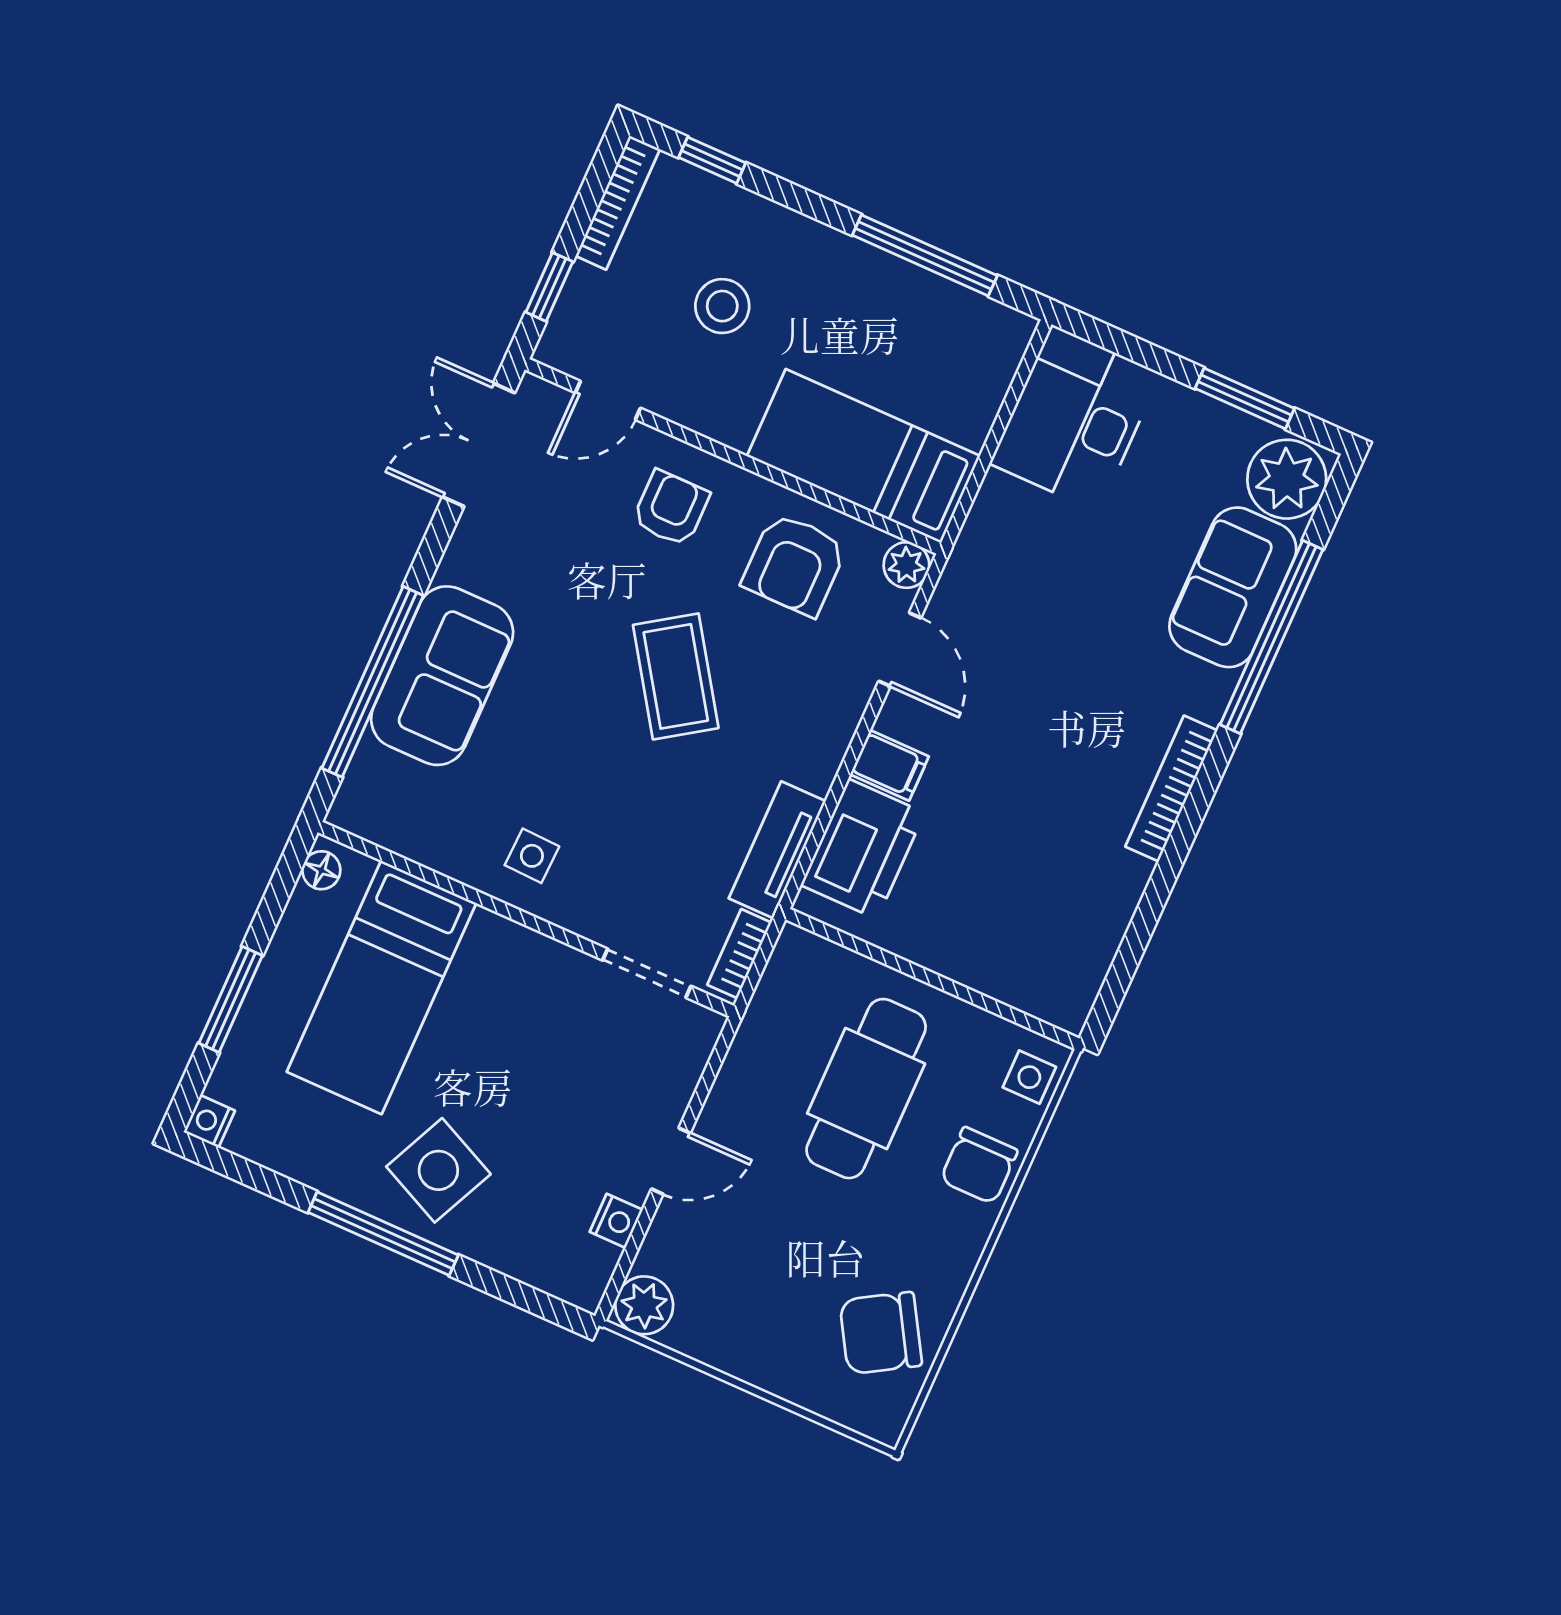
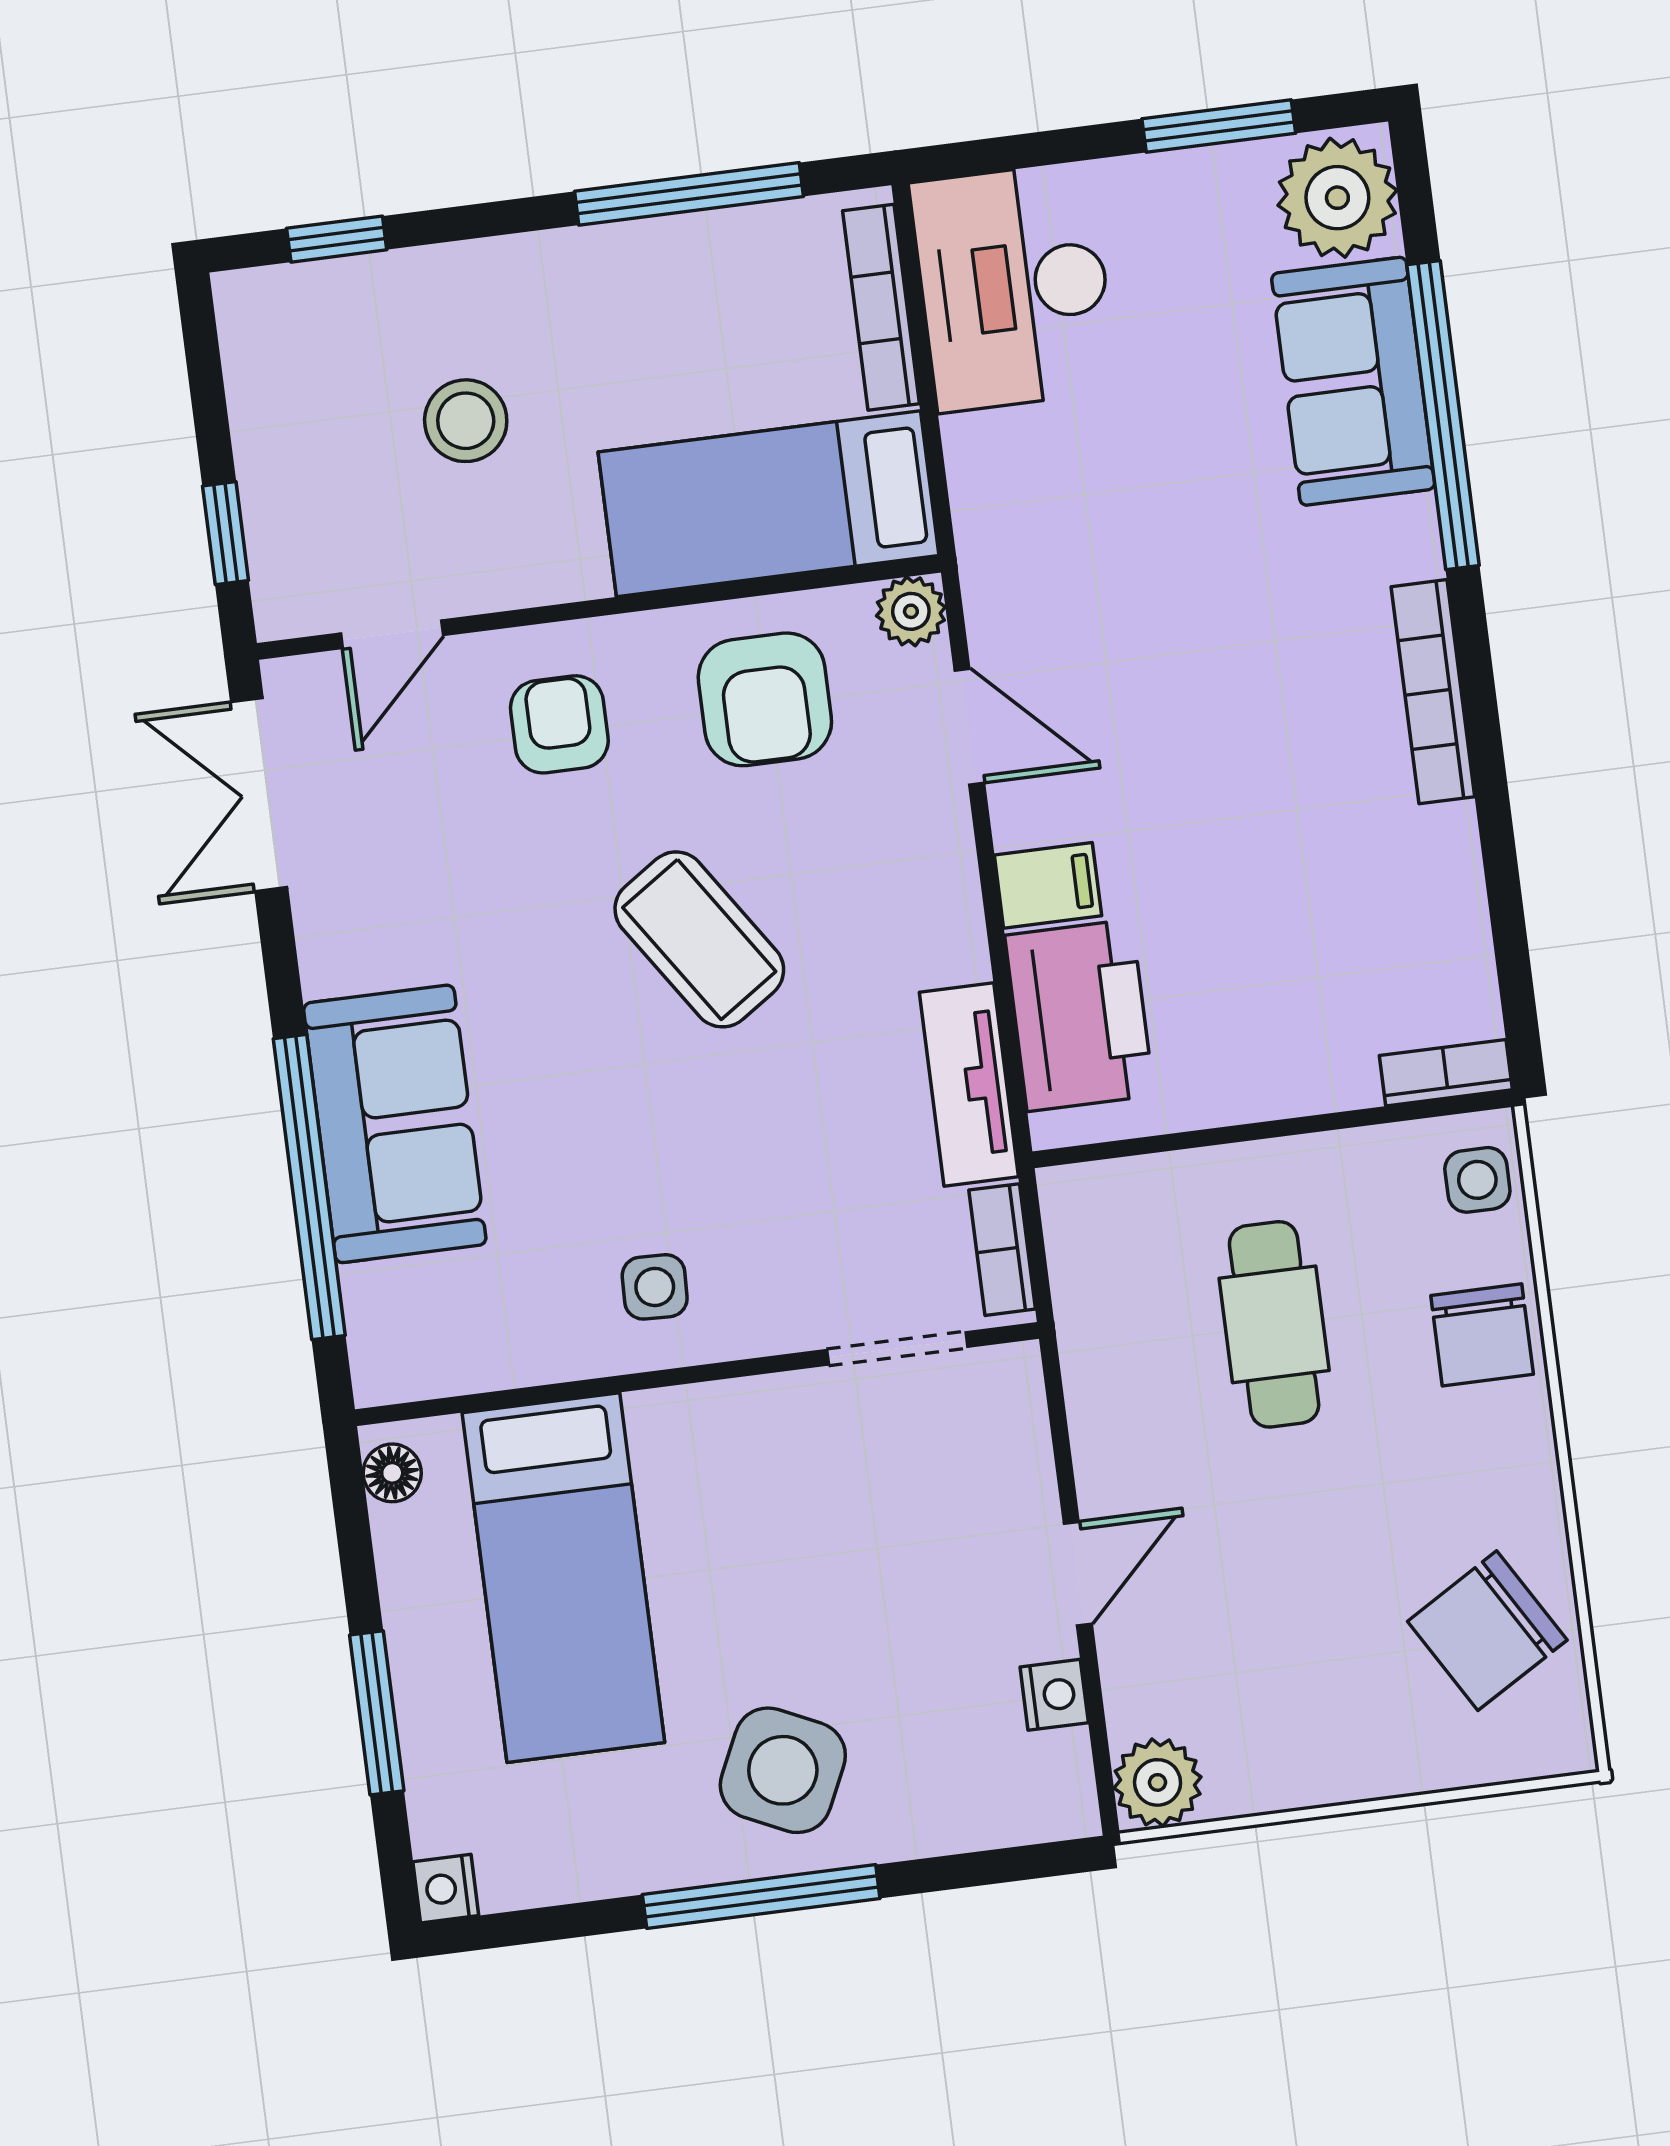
bookcase: (618, 203) -> (881, 307), moved, turned 180
bookcase: (1048, 1006) -> (1446, 1073), added
cafe table: (866, 1089) -> (1274, 1324), width x0.73, depth x0.74

